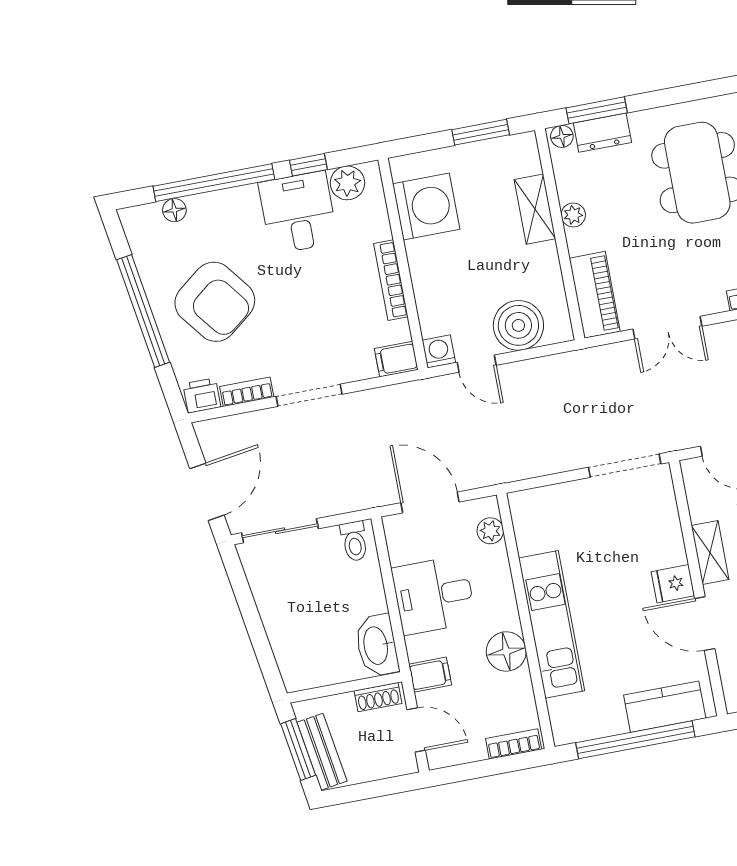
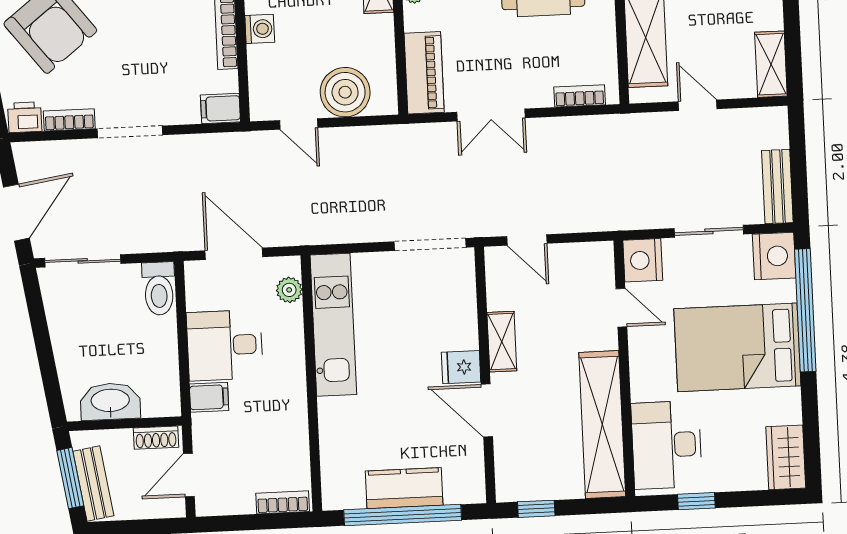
washing machine: (439, 351) -> (260, 29), moved, turned 90
toilet: (354, 541) -> (159, 289), width x1.37, depth x1.39
kitchen unit: (552, 624) -> (333, 325), moved
washbasin: (377, 645) -> (110, 401), moved, turned 90
floor lamp: (506, 651) -> (288, 411), removed
filing cabinet: (430, 675) -> (209, 397), moved
kitchen counter: (665, 707) -> (404, 488), moved
door: (416, 730) -> (189, 475), swing flipped

